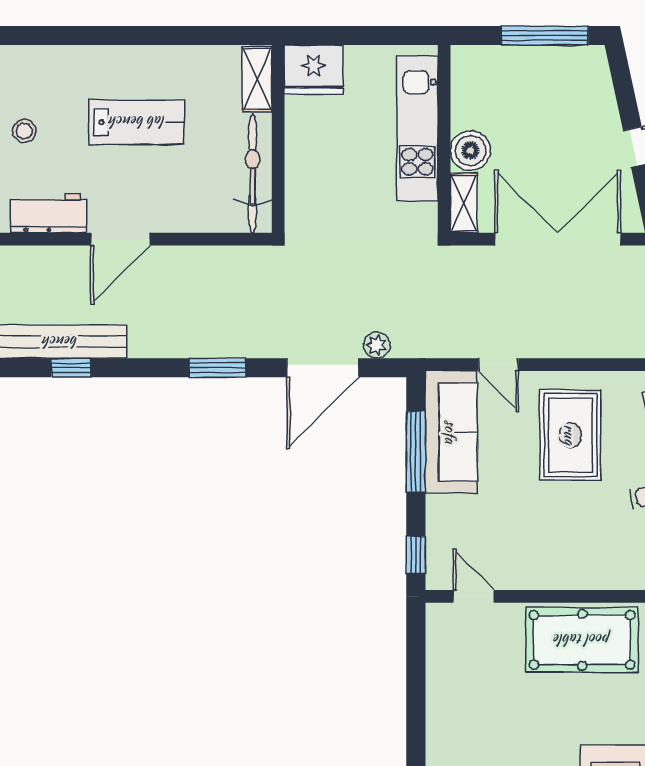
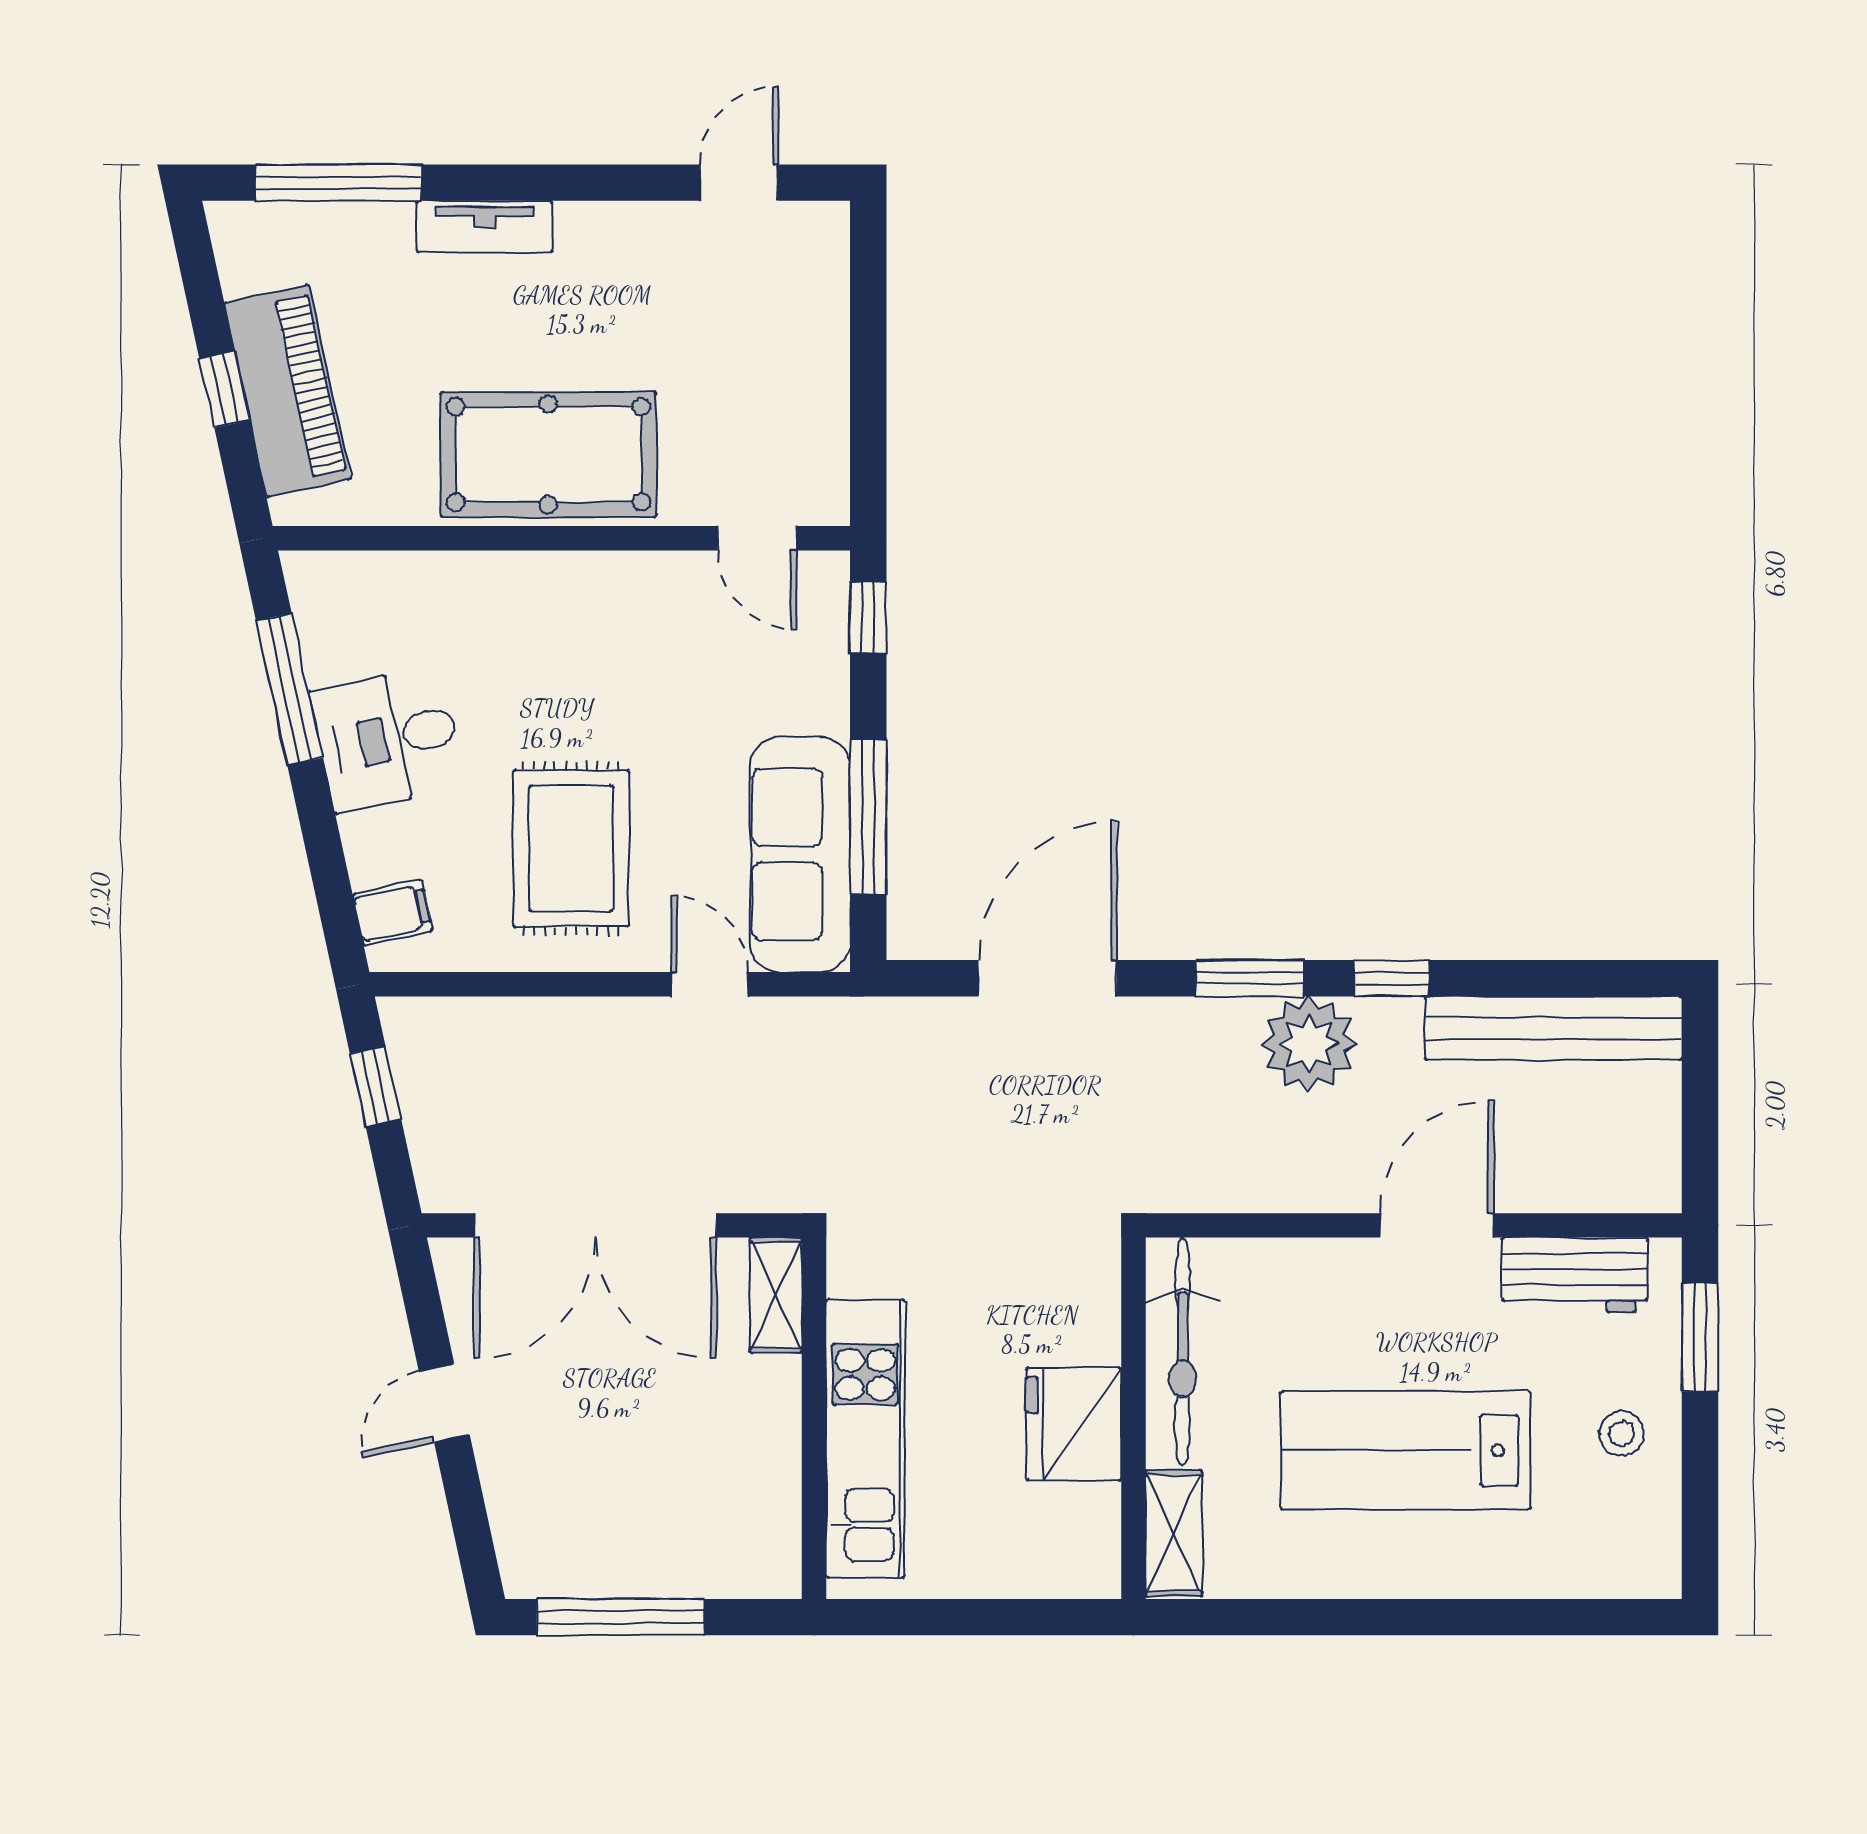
fridge: (314, 70) -> (1074, 1424), moved, turned -90
lab bench: (137, 122) -> (1406, 1450), width x1.36, depth x1.39
boiler: (470, 151) -> (764, 1396), removed
plant: (377, 345) -> (1309, 1044), moved, width x1.88, depth x1.88
window: (71, 368) -> (1392, 978), moved

